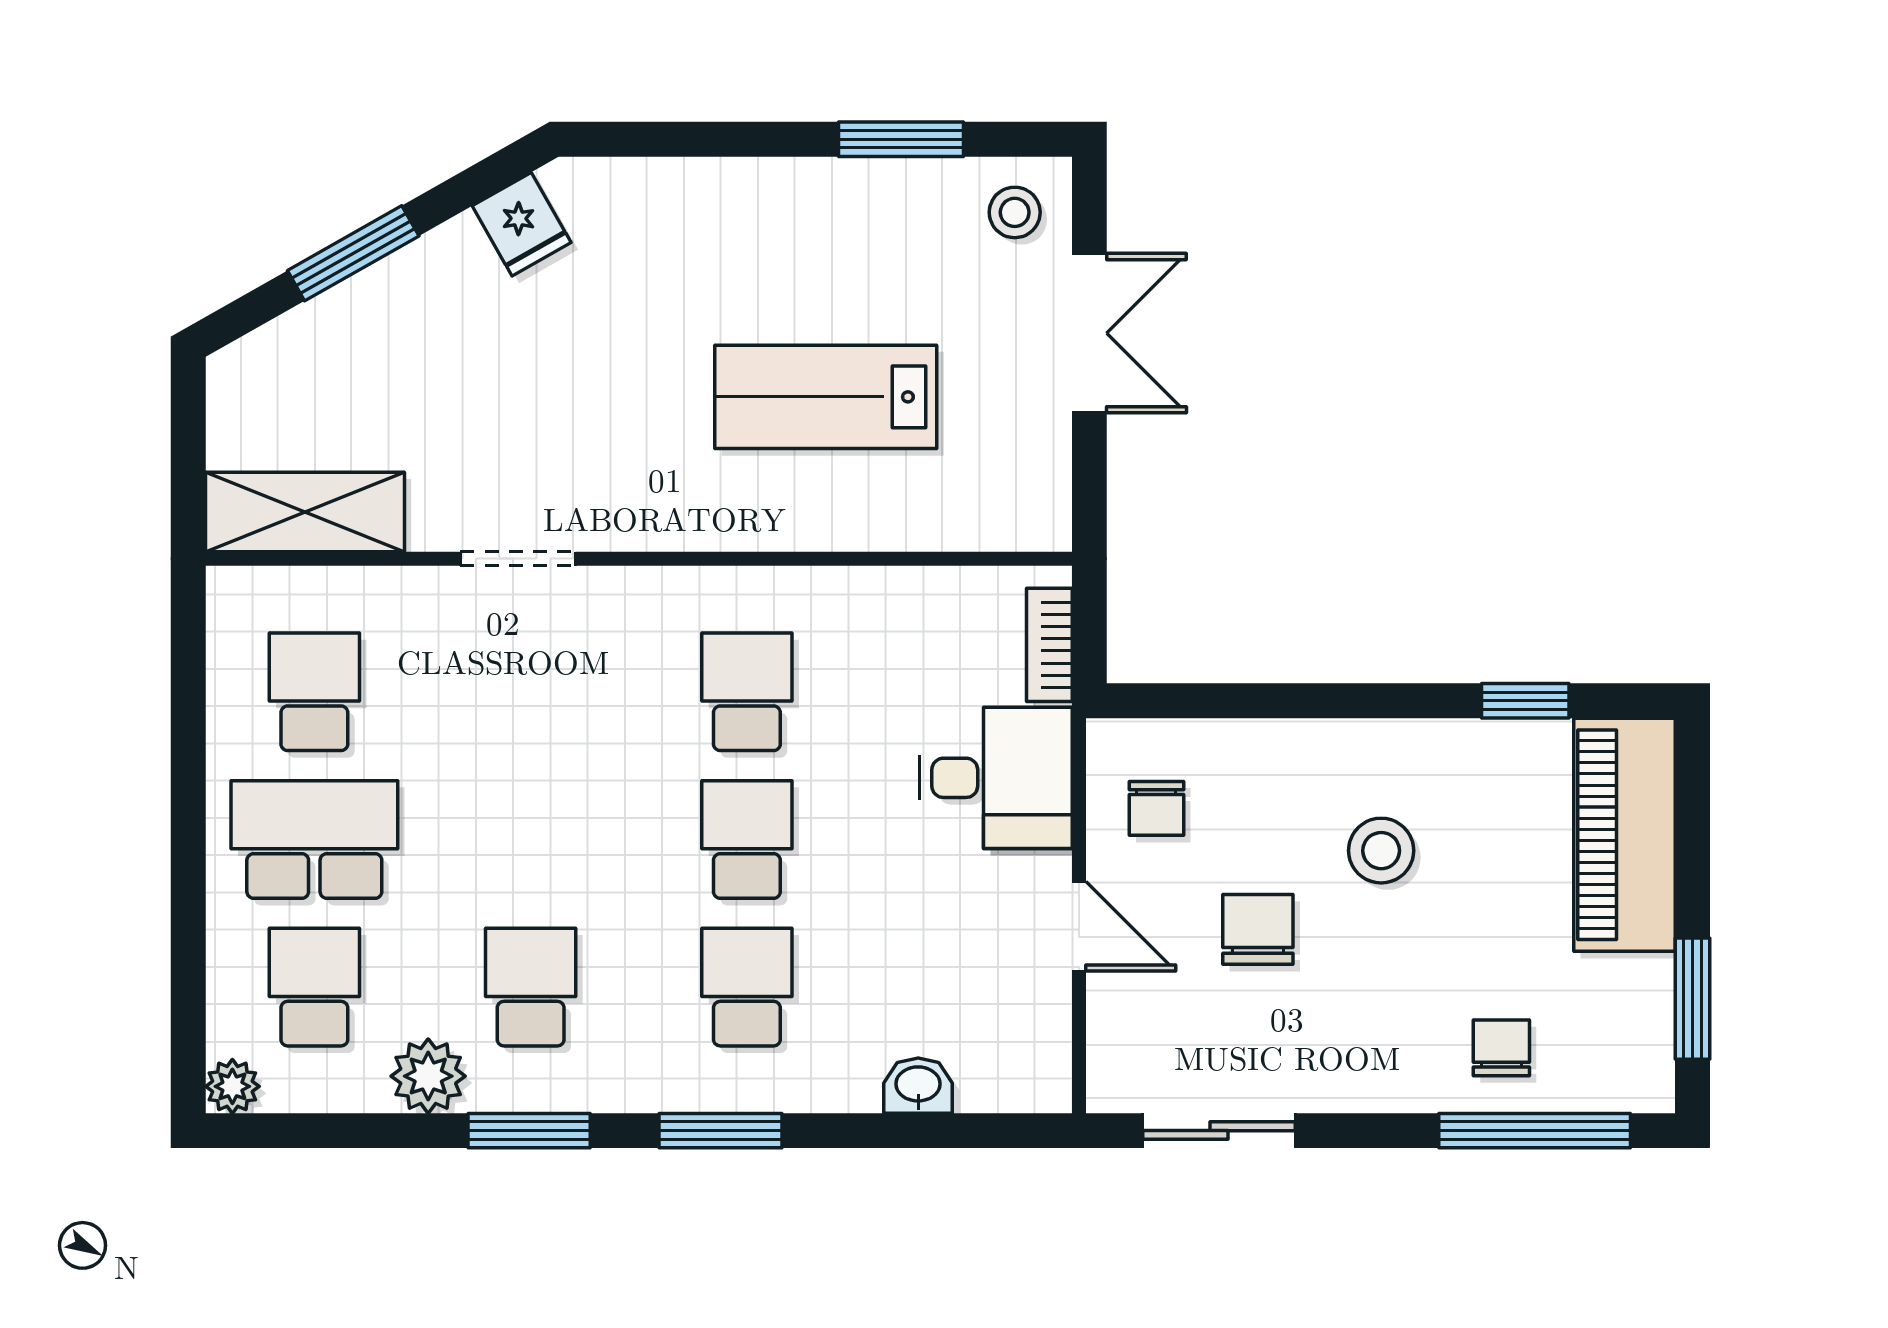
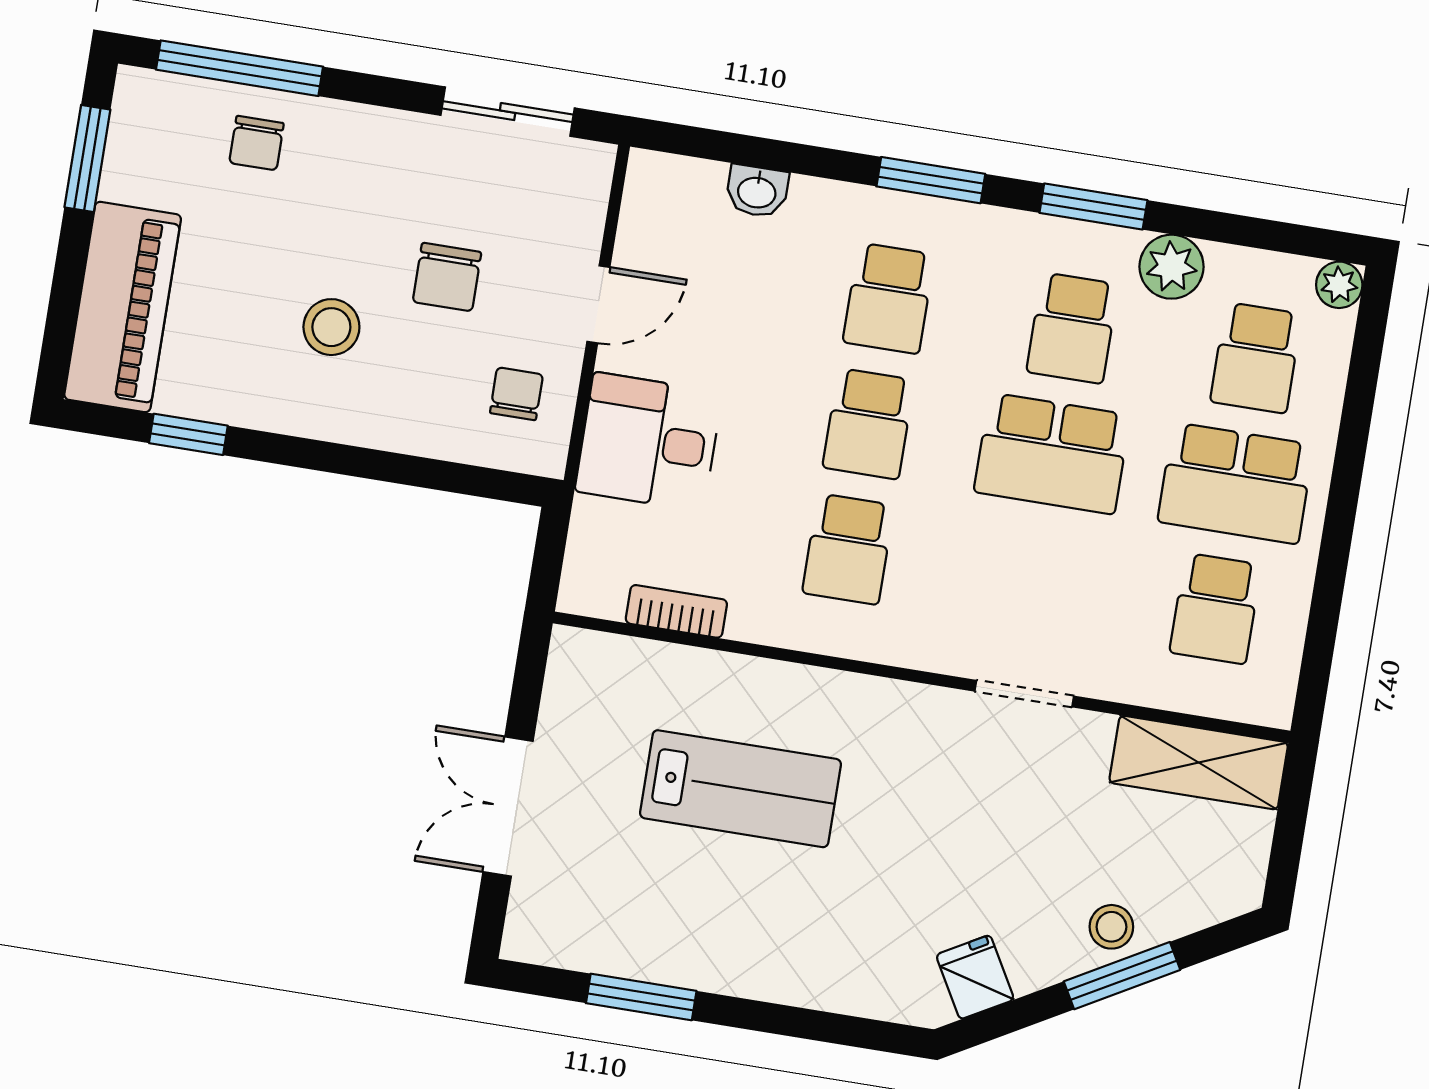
stool: (1015, 212) -> (1111, 927), moved
bookcase: (1049, 645) -> (676, 611), moved, turned -90
school desk: (531, 839) -> (1052, 453), added
door: (1079, 926) -> (598, 304), swing flipped

